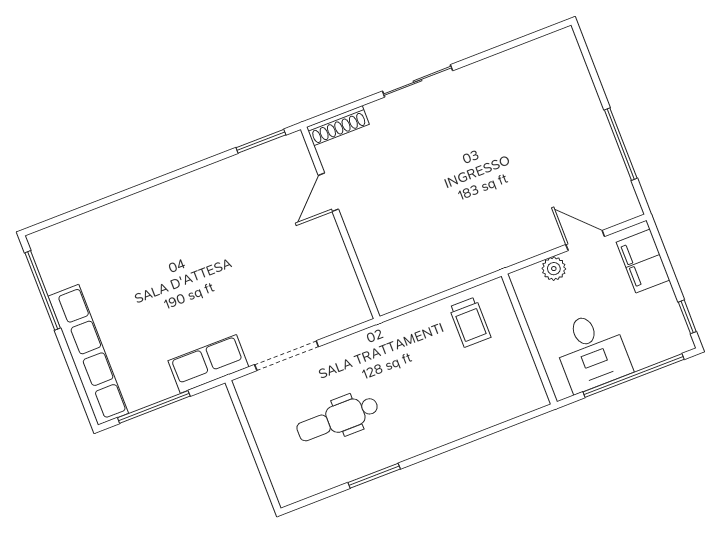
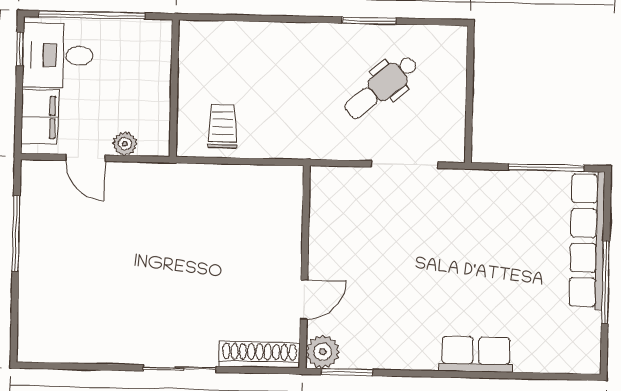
shoe rack: (338, 126) -> (259, 355), width x1.36, depth x1.24
plant: (291, 151) -> (323, 352), added
window: (43, 290) -> (606, 282), moved
desk: (591, 351) -> (58, 55), moved, turned -90
row of seats: (208, 364) -> (476, 354), moved, turned 180
dental chair: (338, 419) -> (381, 87), turned 140

